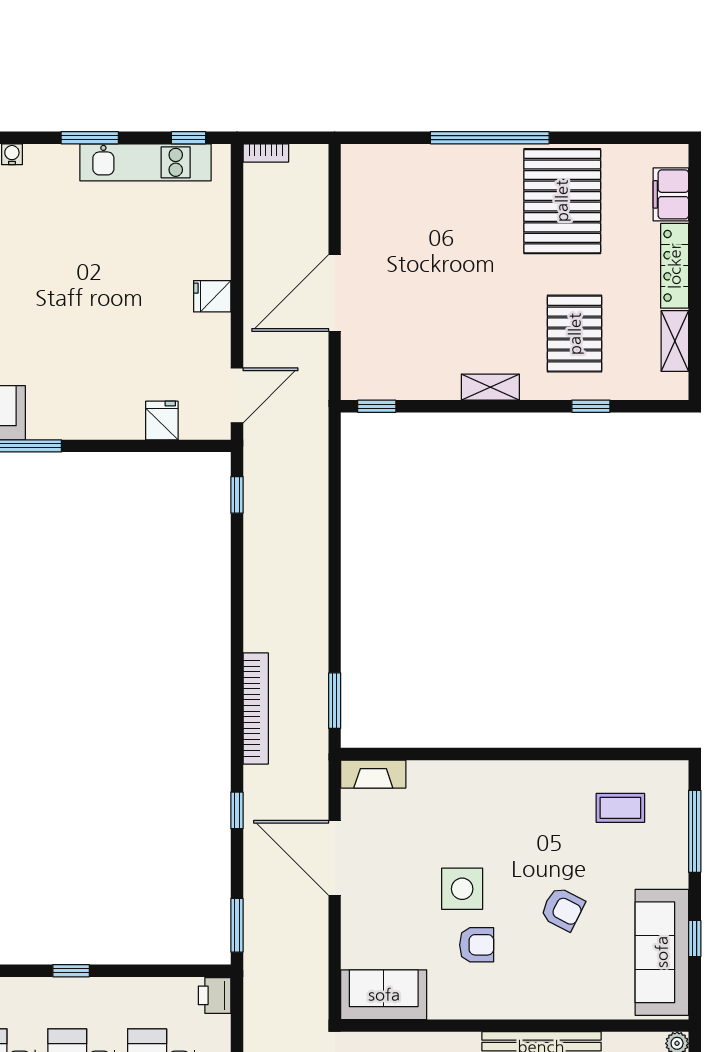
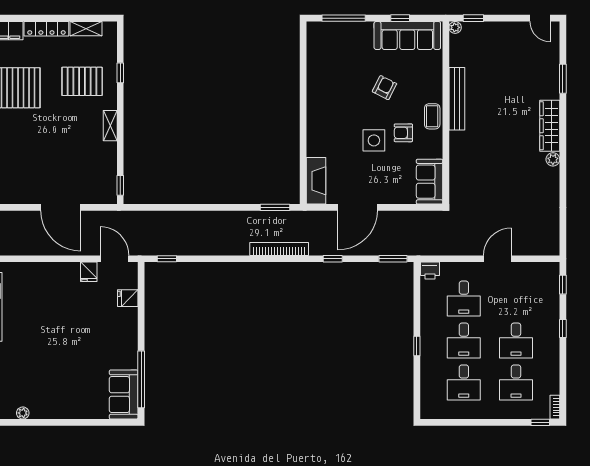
fridge: (212, 296) -> (89, 272), moved
fireplace: (373, 774) -> (316, 181), width x1.37, depth x1.32
coffee table: (620, 808) -> (432, 116), moved
armchair: (477, 945) -> (403, 133), turned -90

